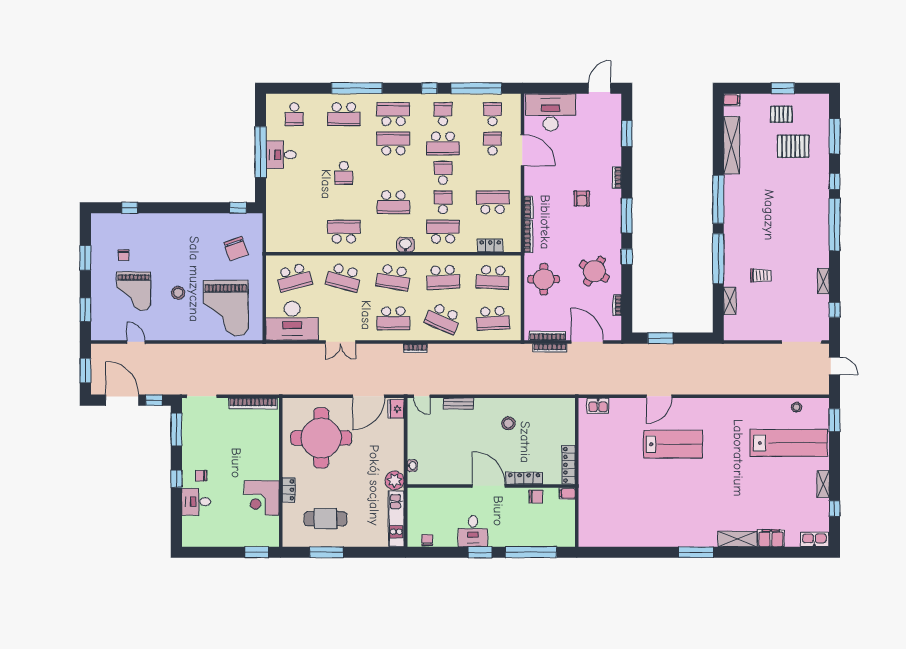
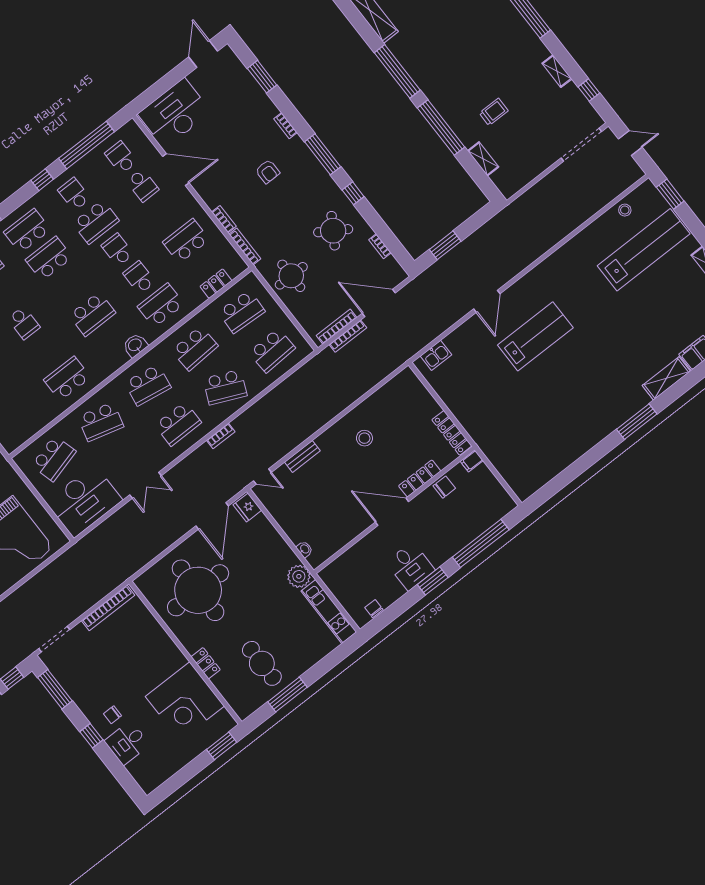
school desk: (493, 143) -> (143, 185), turned 180
corner desk: (262, 498) -> (185, 701), width x1.36, depth x1.36
cafe table: (326, 519) -> (262, 663), turned 90

